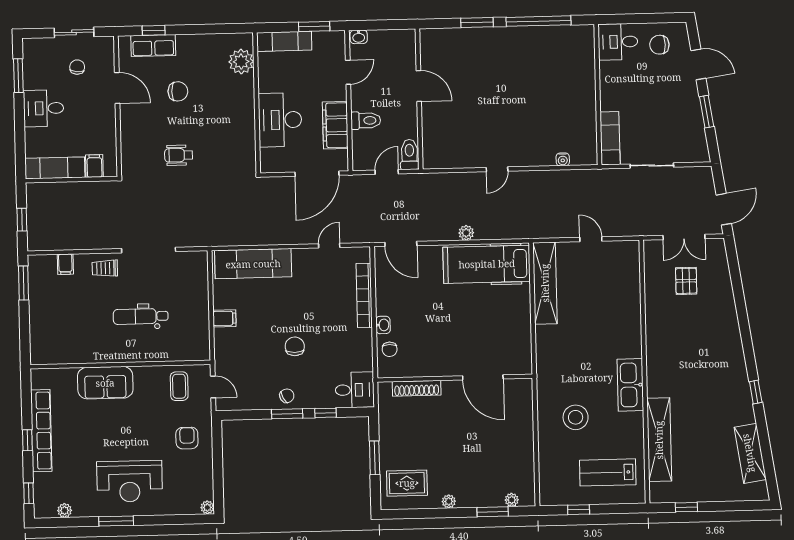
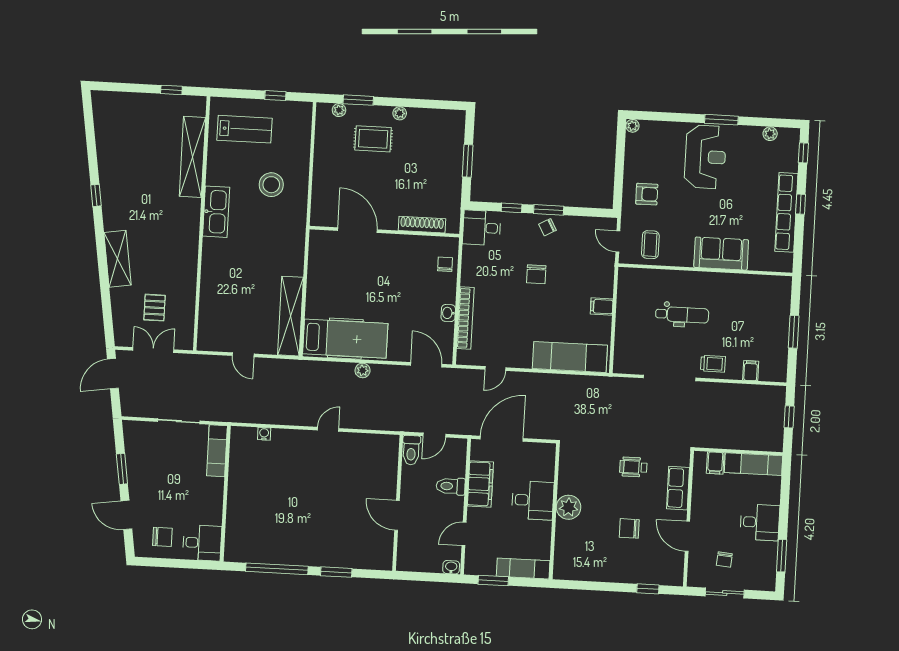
row of seats: (153, 46) -> (678, 488), moved, turned -90
plant: (241, 62) -> (569, 507), moved
desk: (280, 120) -> (533, 500), width x0.73
wheelchair: (179, 155) -> (633, 467), turned 180
window: (23, 283) -> (794, 332), moved
washbasin: (383, 325) -> (448, 313), moved
armchair: (187, 438) -> (647, 194), turned -90
shelving: (750, 453) -> (117, 259), moved
reception desk: (130, 481) -> (705, 157), turned 90
rug: (407, 483) -> (373, 139), moved

